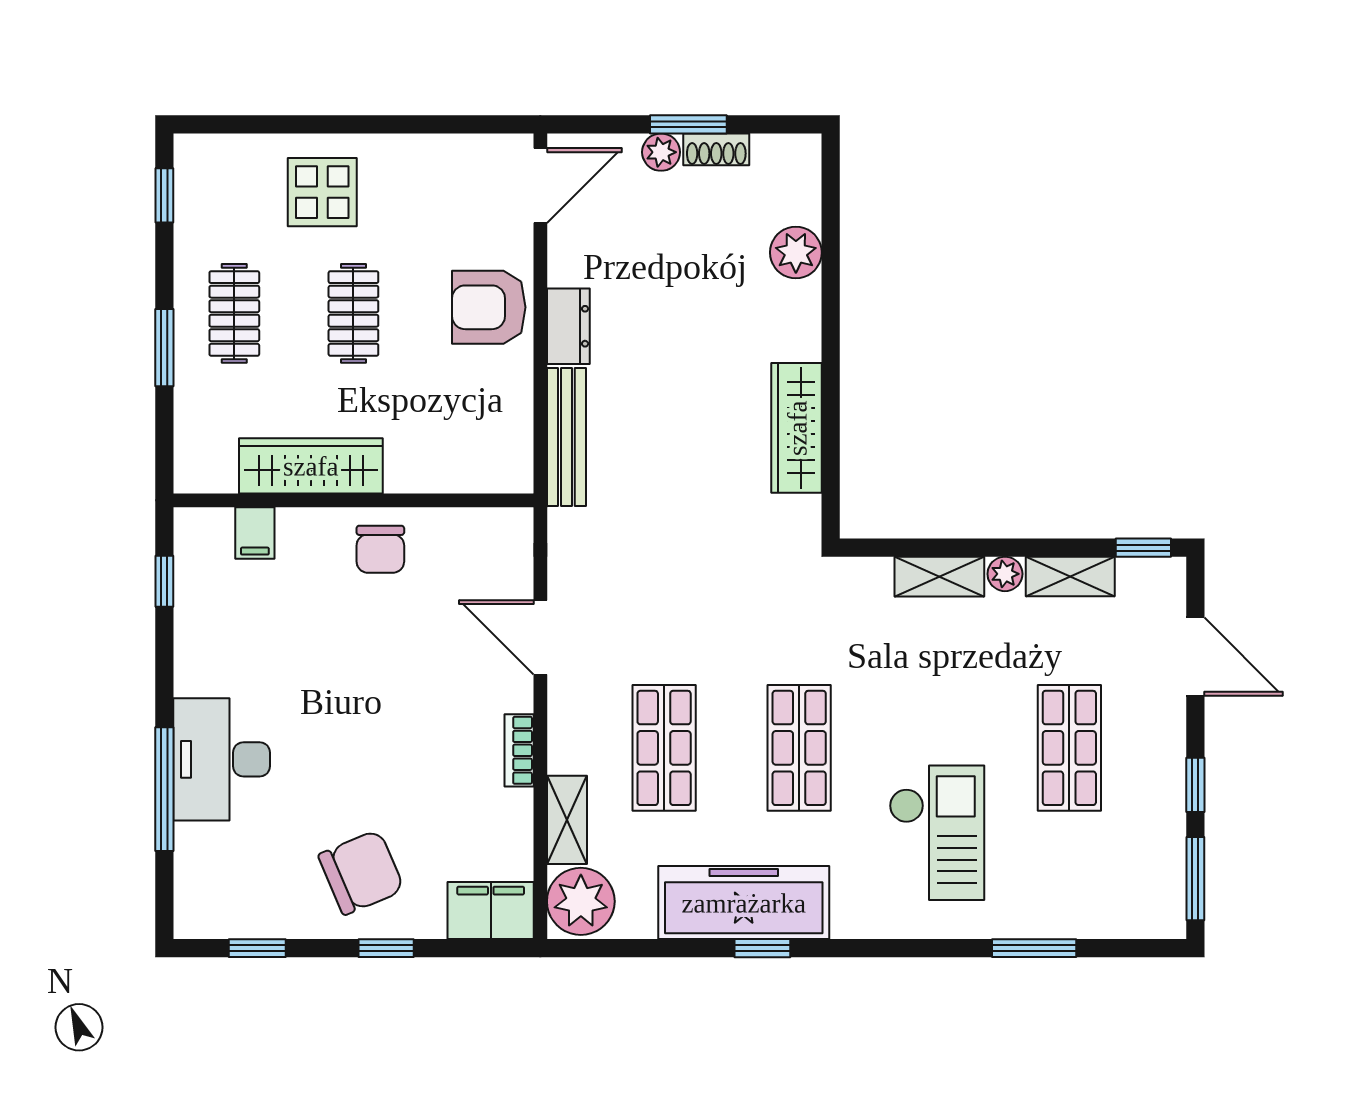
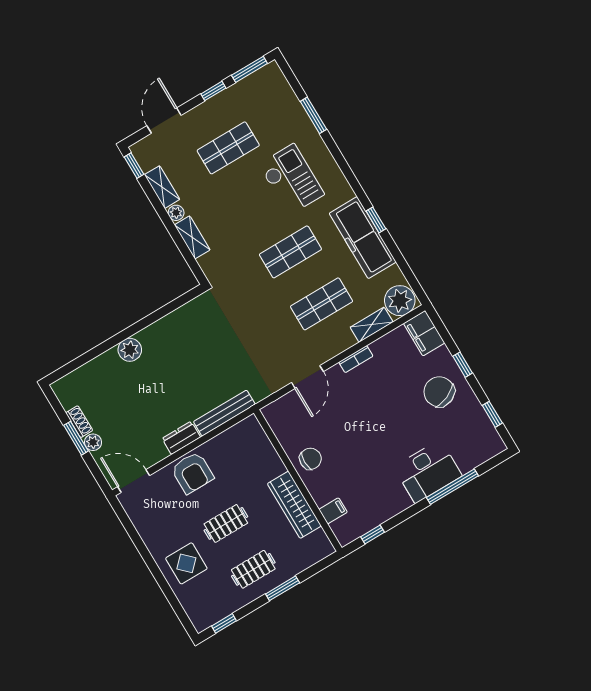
plant: (796, 252) -> (130, 350), moved
wardrobe: (797, 428) -> (168, 327), removed
checkout: (937, 833) -> (291, 179), turned 90

